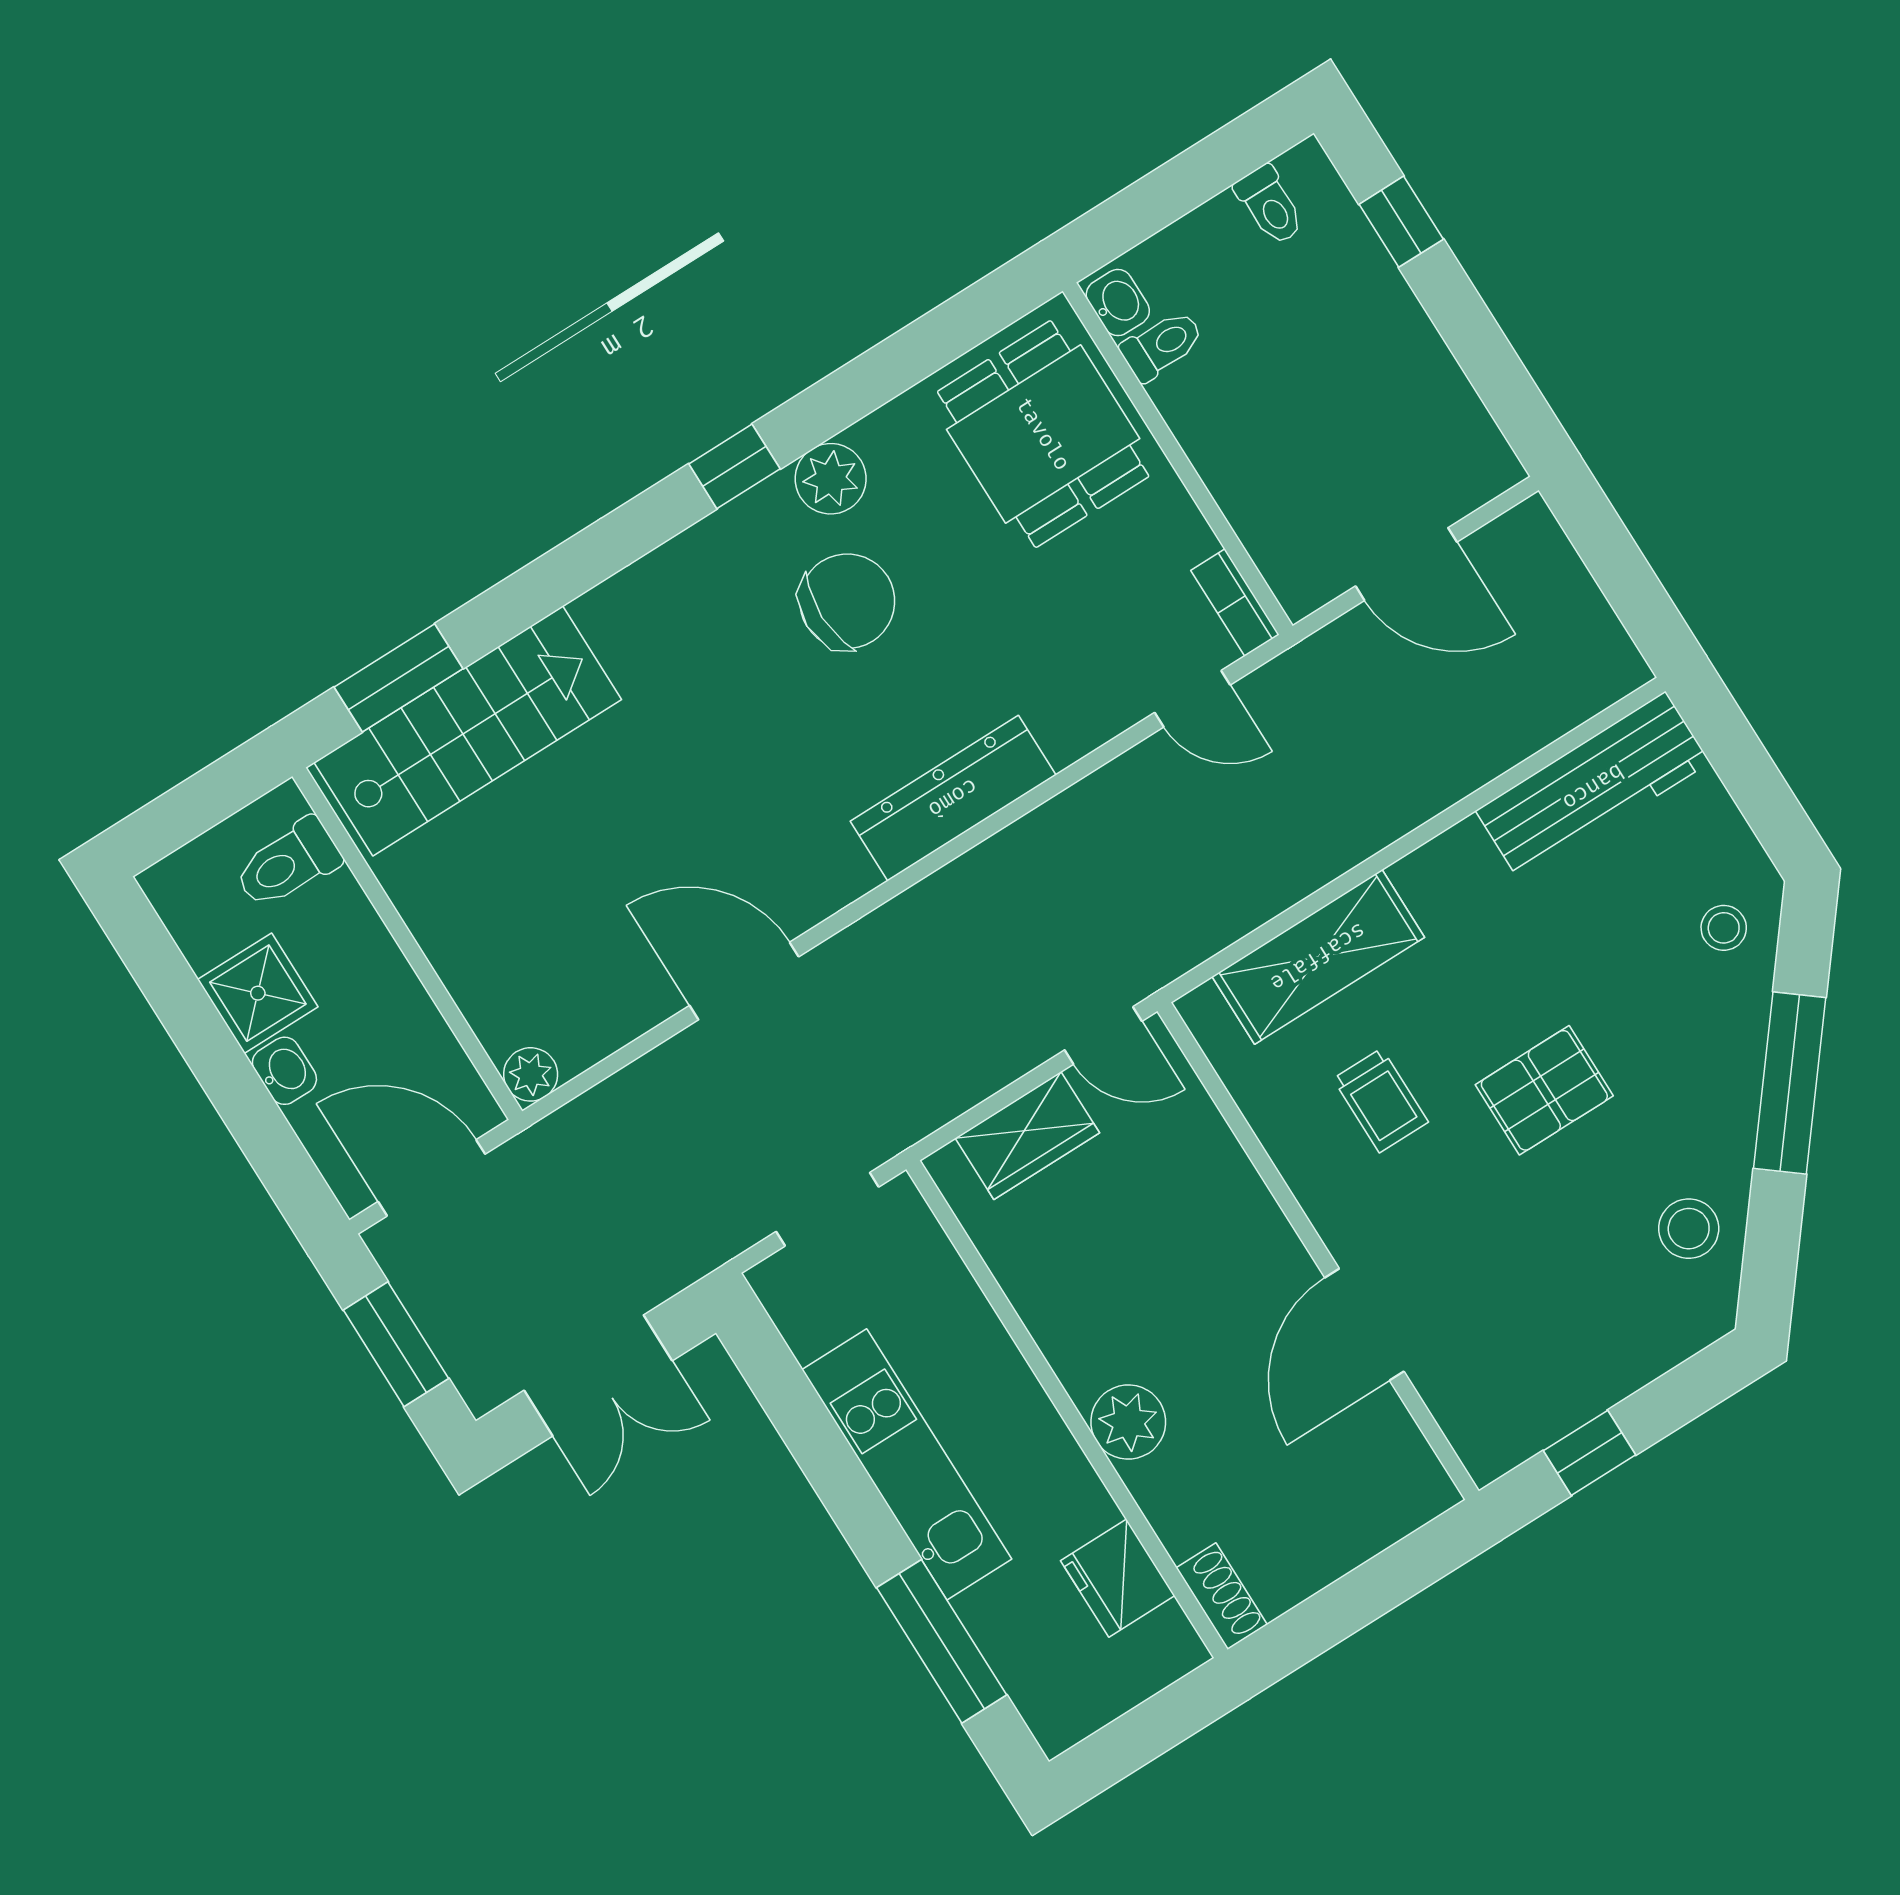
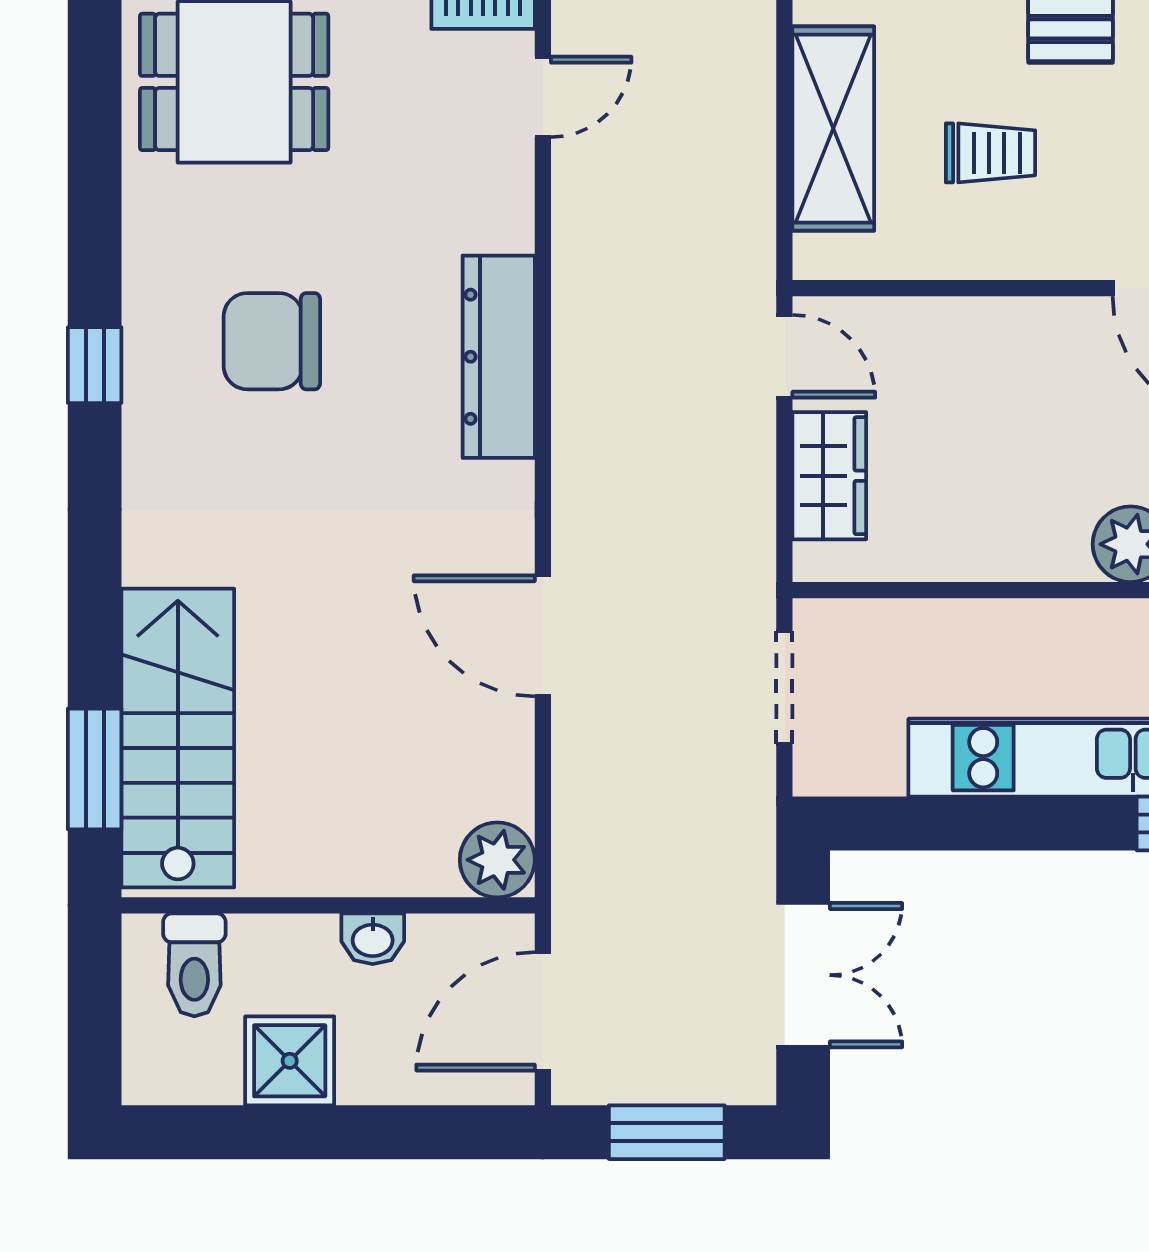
plant: (831, 479) -> (157, 289), removed
chair: (847, 601) -> (272, 341), turned -90
door: (744, 981) -> (543, 636), hinge flipped
door: (1103, 1036) -> (784, 356), hinge flipped
washbasin: (284, 1071) -> (373, 939), moved, turned 180
plant: (531, 1074) -> (497, 860), width x1.38, depth x1.38

